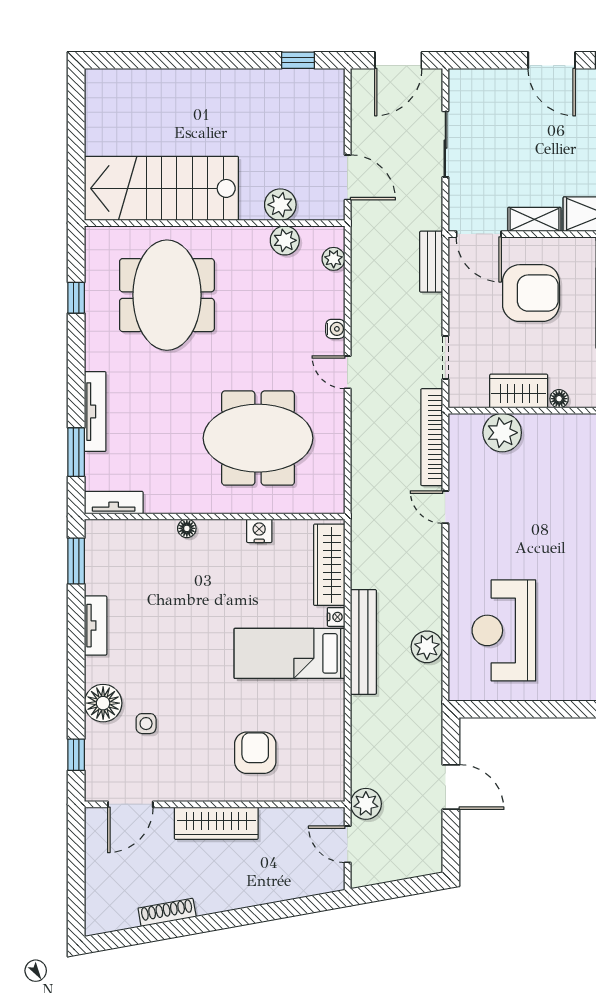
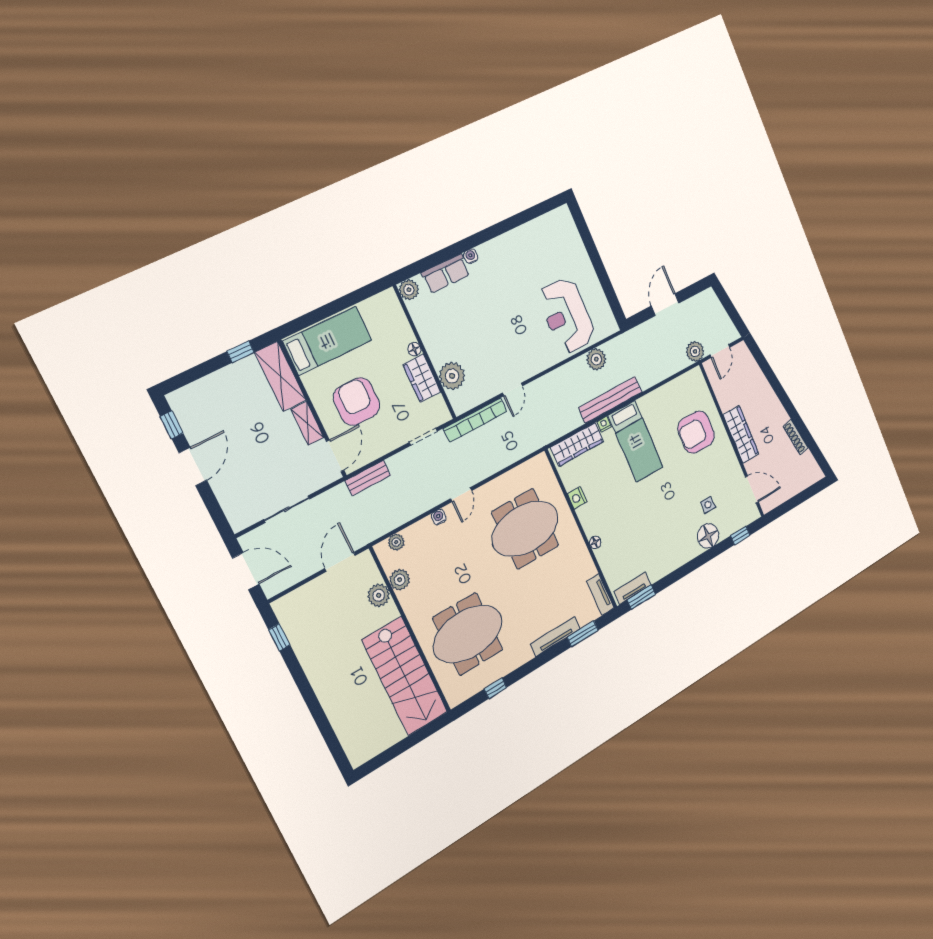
meeting table: (258, 438) -> (525, 529), turned 90
tv unit: (96, 626) -> (633, 588), moved
reception desk: (504, 630) -> (567, 316), turned 90
armchair: (255, 753) -> (696, 432), width x1.36, depth x1.36

